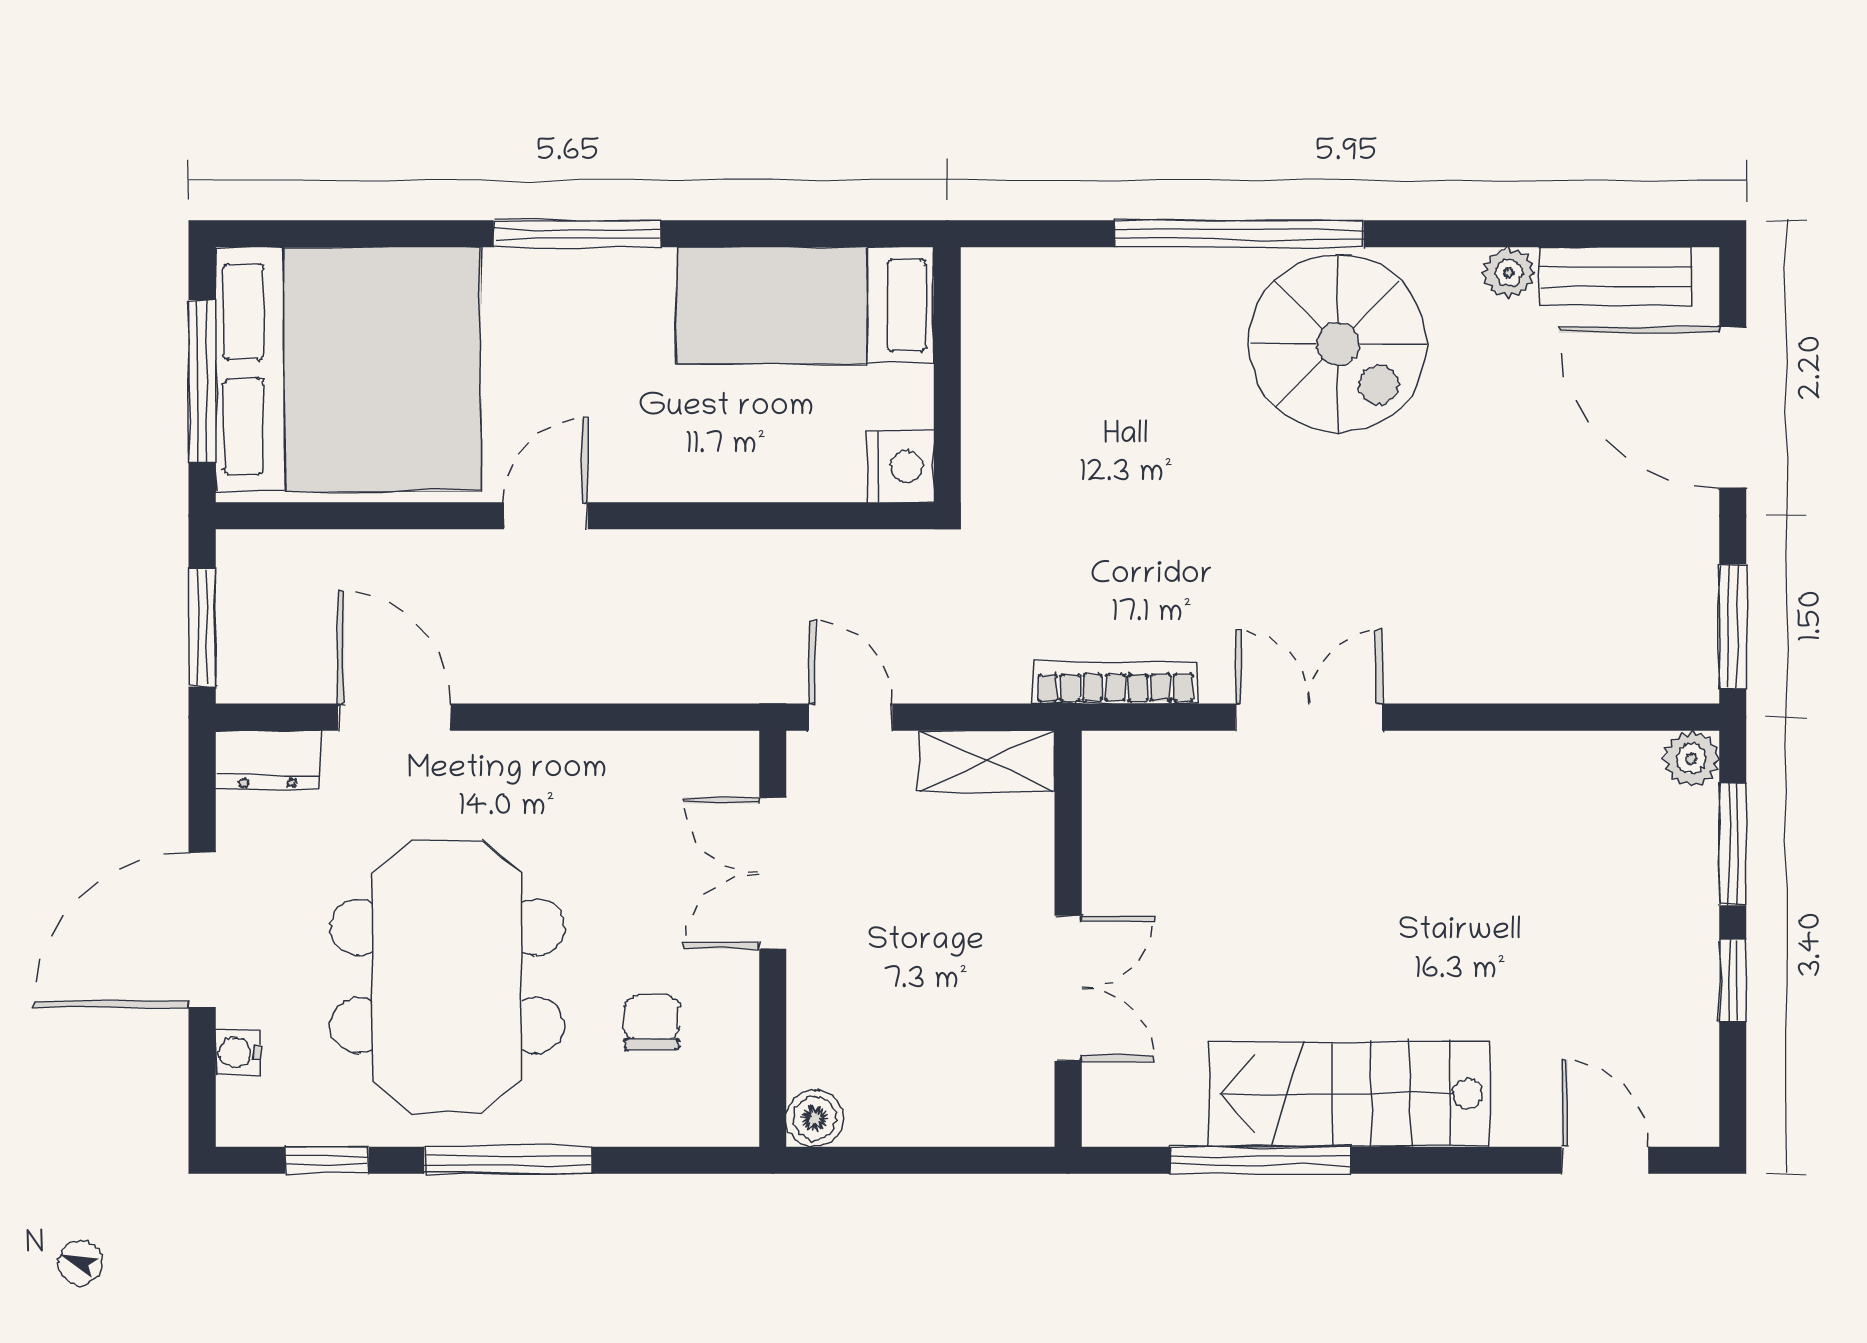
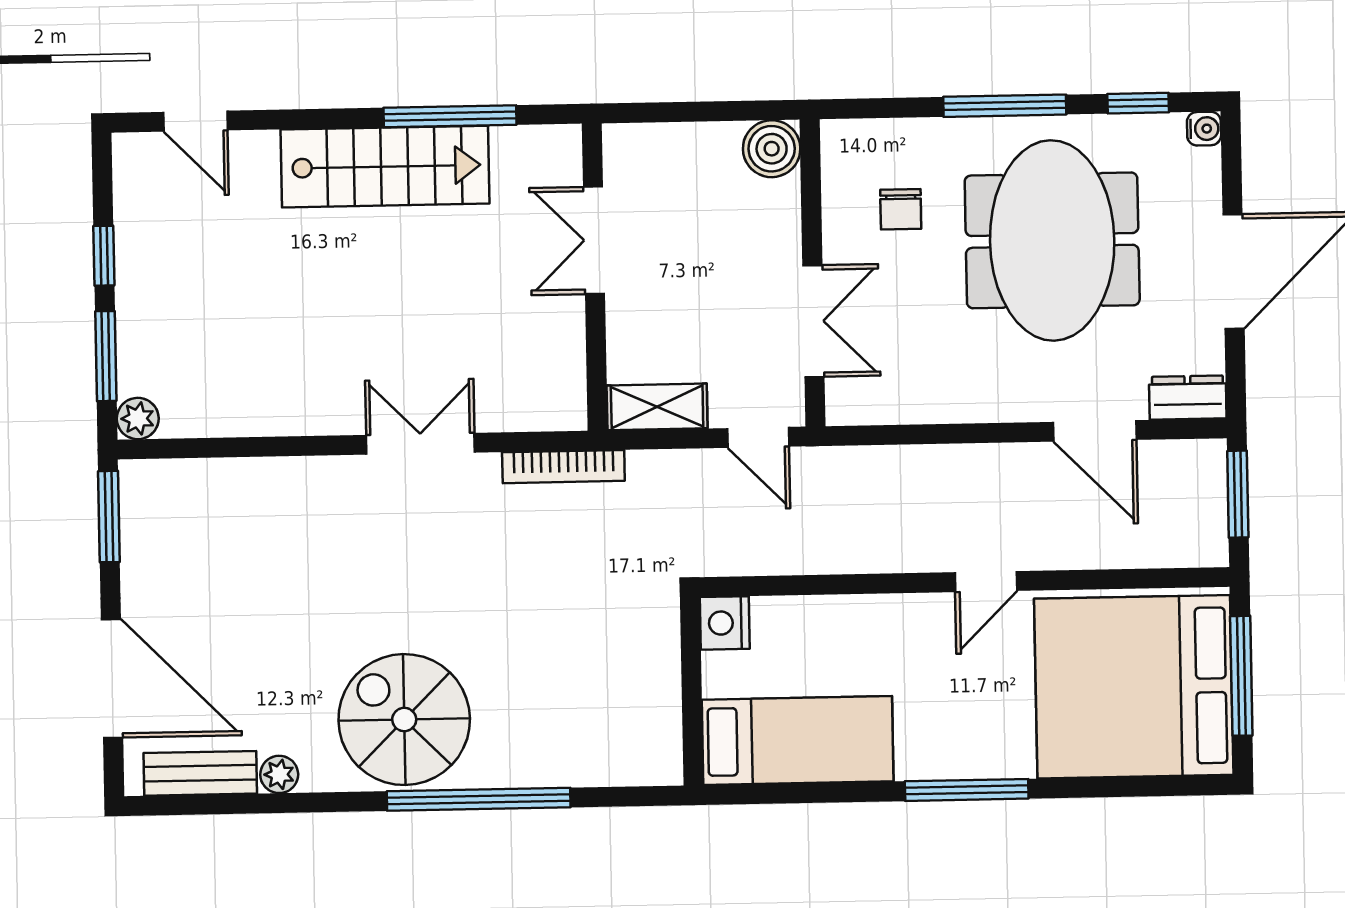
double door: (1309, 717) -> (420, 444), swing flipped
water cooler: (238, 1052) -> (1204, 129), moved
boiler: (815, 1118) -> (772, 149), width x1.36, depth x1.36

